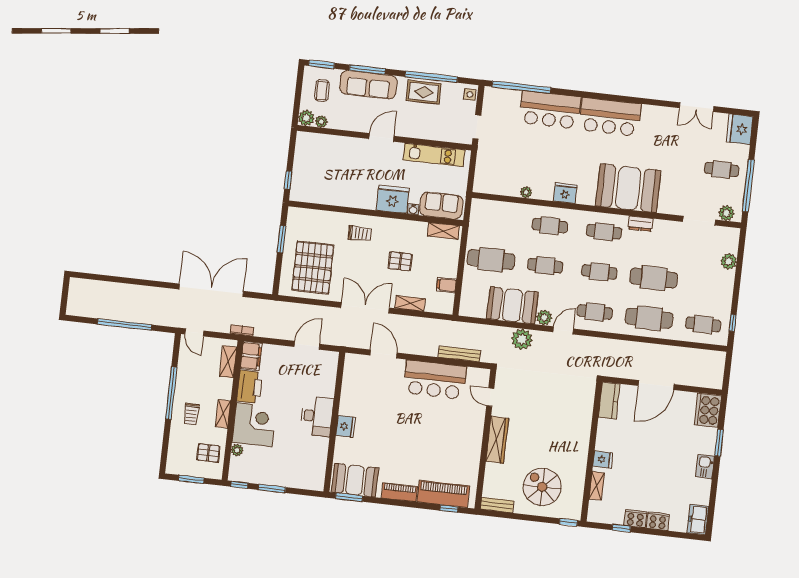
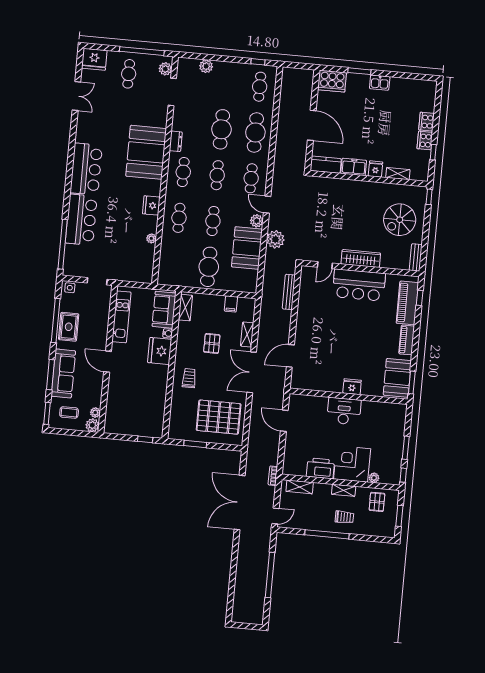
filing cabinet: (251, 356) -> (294, 468), removed
bar counter: (435, 380) -> (359, 285), moved, turned 90
freezer: (698, 520) -> (354, 167), moved, turned 180

